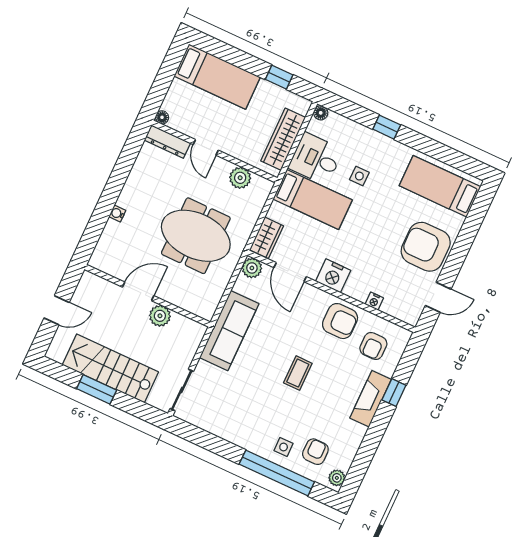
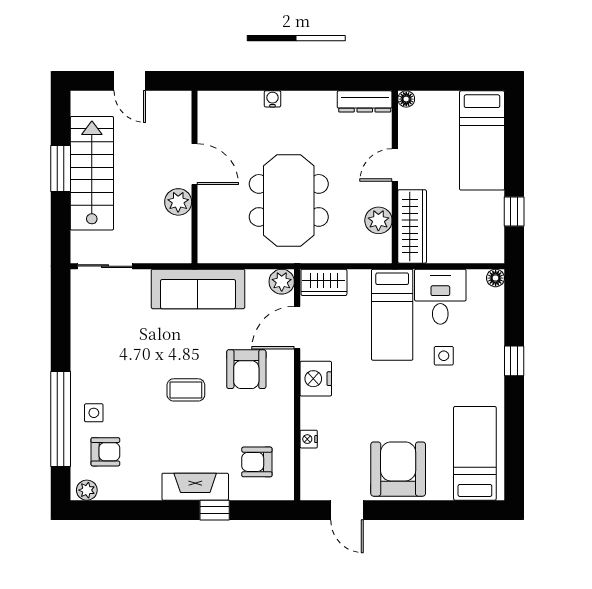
wardrobe: (283, 139) -> (412, 226), moved, turned 90
dresser: (167, 142) -> (365, 101), moved, turned -90
armchair: (340, 321) -> (246, 369), moved

